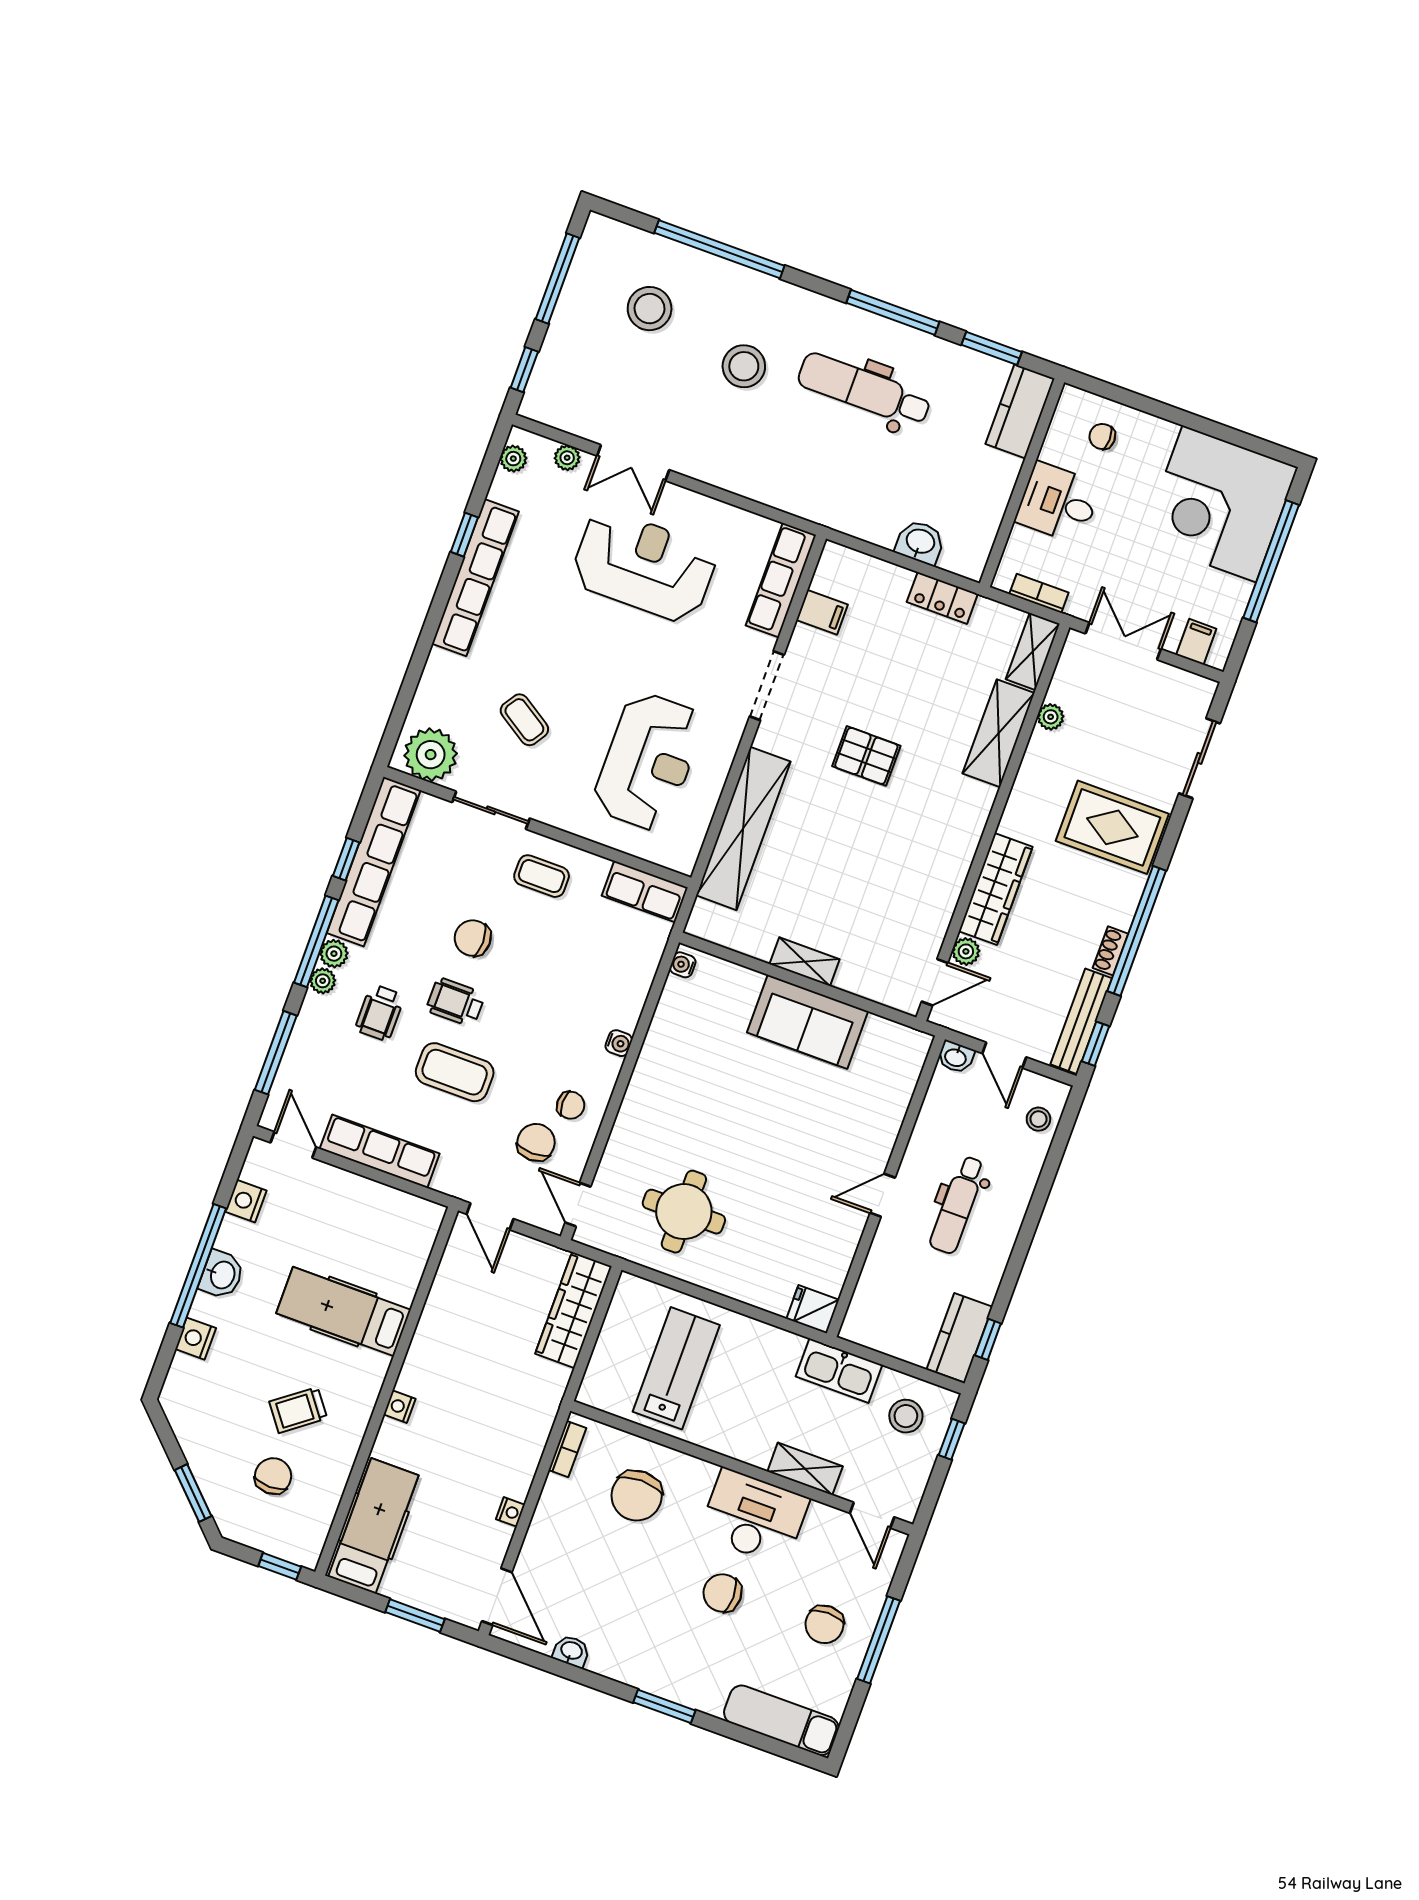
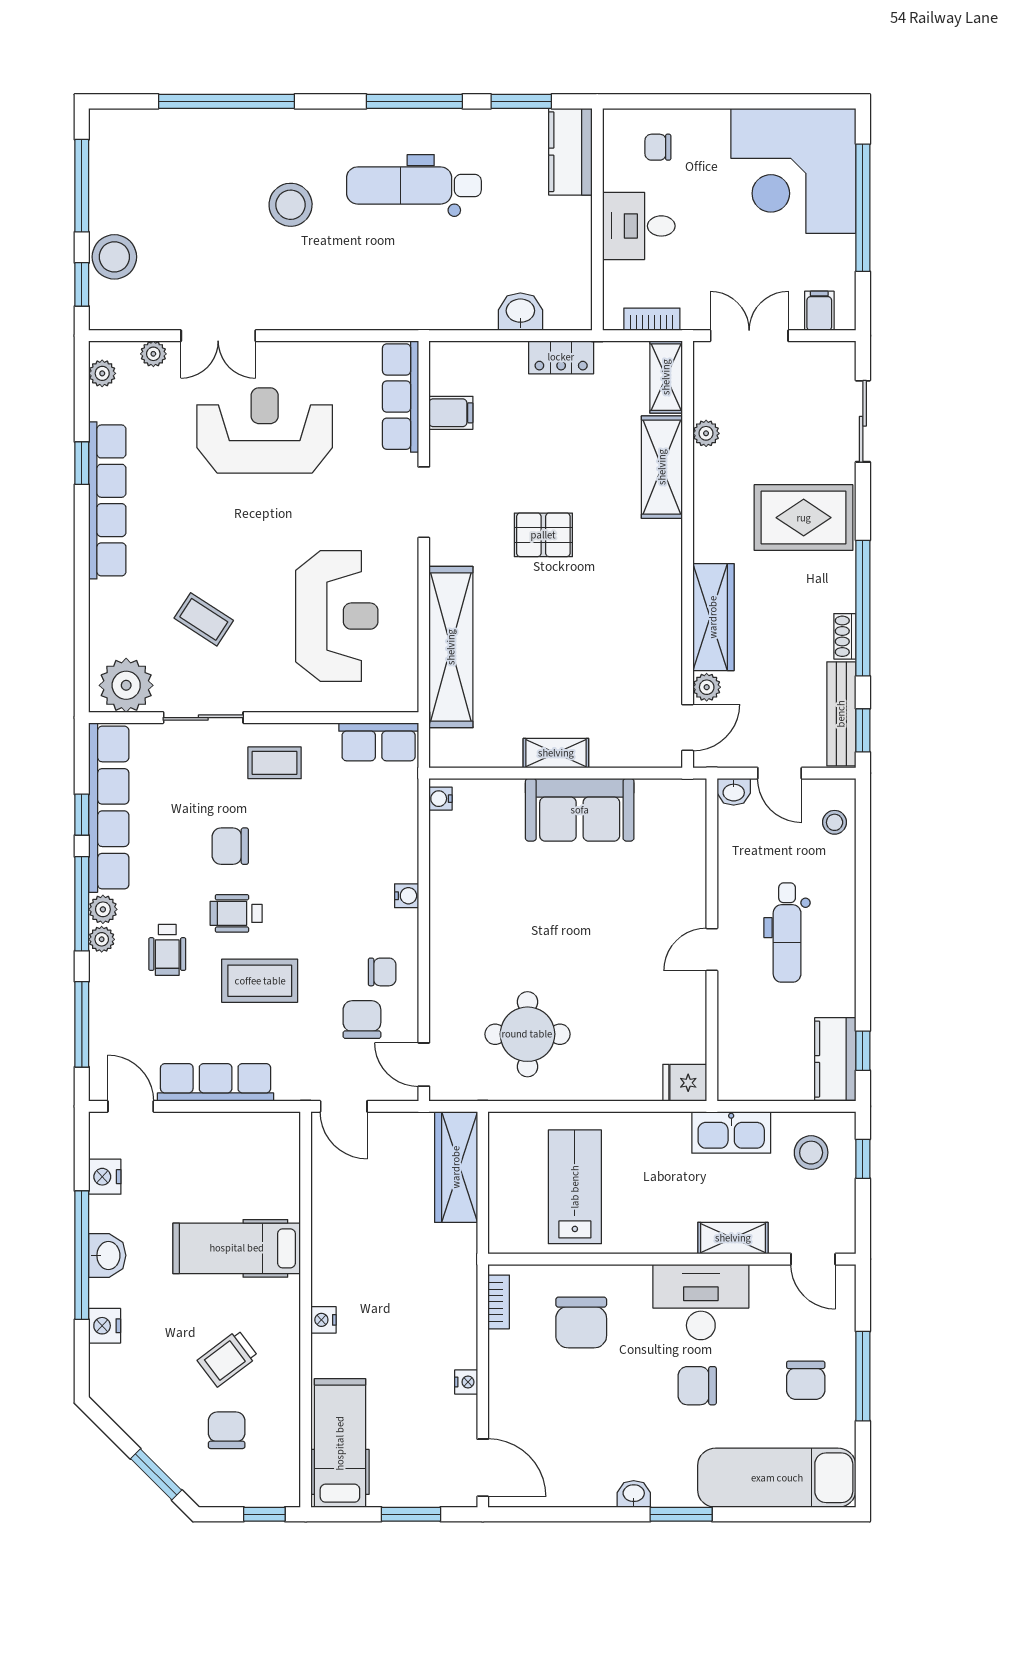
stool: (650, 309) -> (114, 257), moved
washbasin: (571, 1651) -> (634, 1494), moved
exam couch: (781, 1720) -> (777, 1478), width x1.36, depth x1.45

